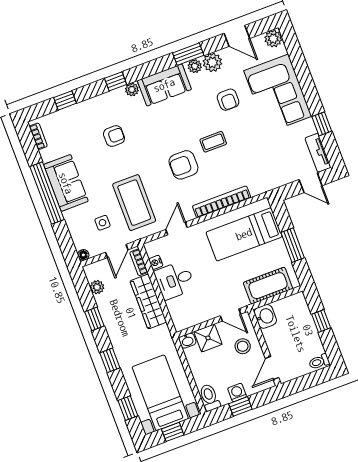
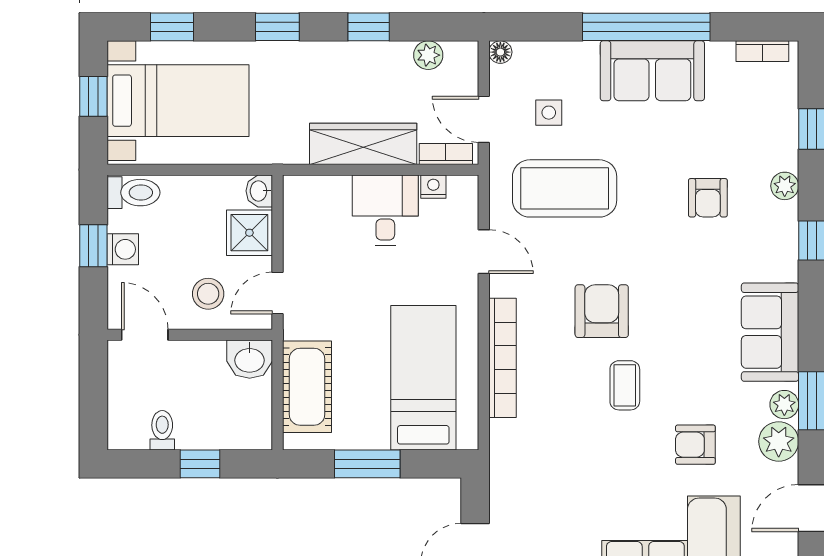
plant: (132, 90) -> (785, 186), moved
toilet: (319, 362) -> (162, 430), moved

